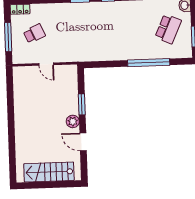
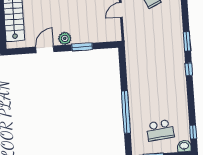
school desk: (168, 29) -> (160, 130), turned -30

